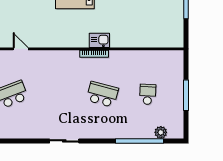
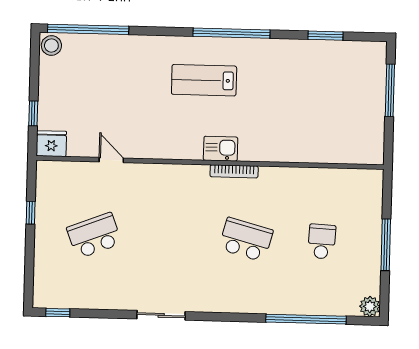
kitchen sink: (99, 40) -> (221, 149), moved
plant: (161, 132) -> (370, 306), moved
sliding door: (64, 141) -> (161, 315), moved

